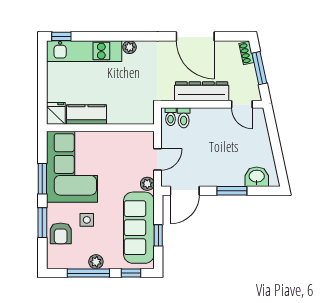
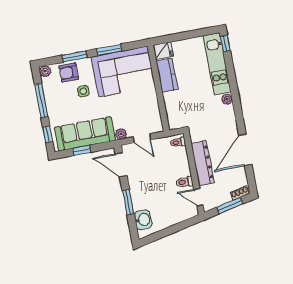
door: (242, 104) -> (198, 197), hinge flipped
toilet: (184, 118) -> (184, 182), moved
plant: (96, 262) -> (45, 71), moved

